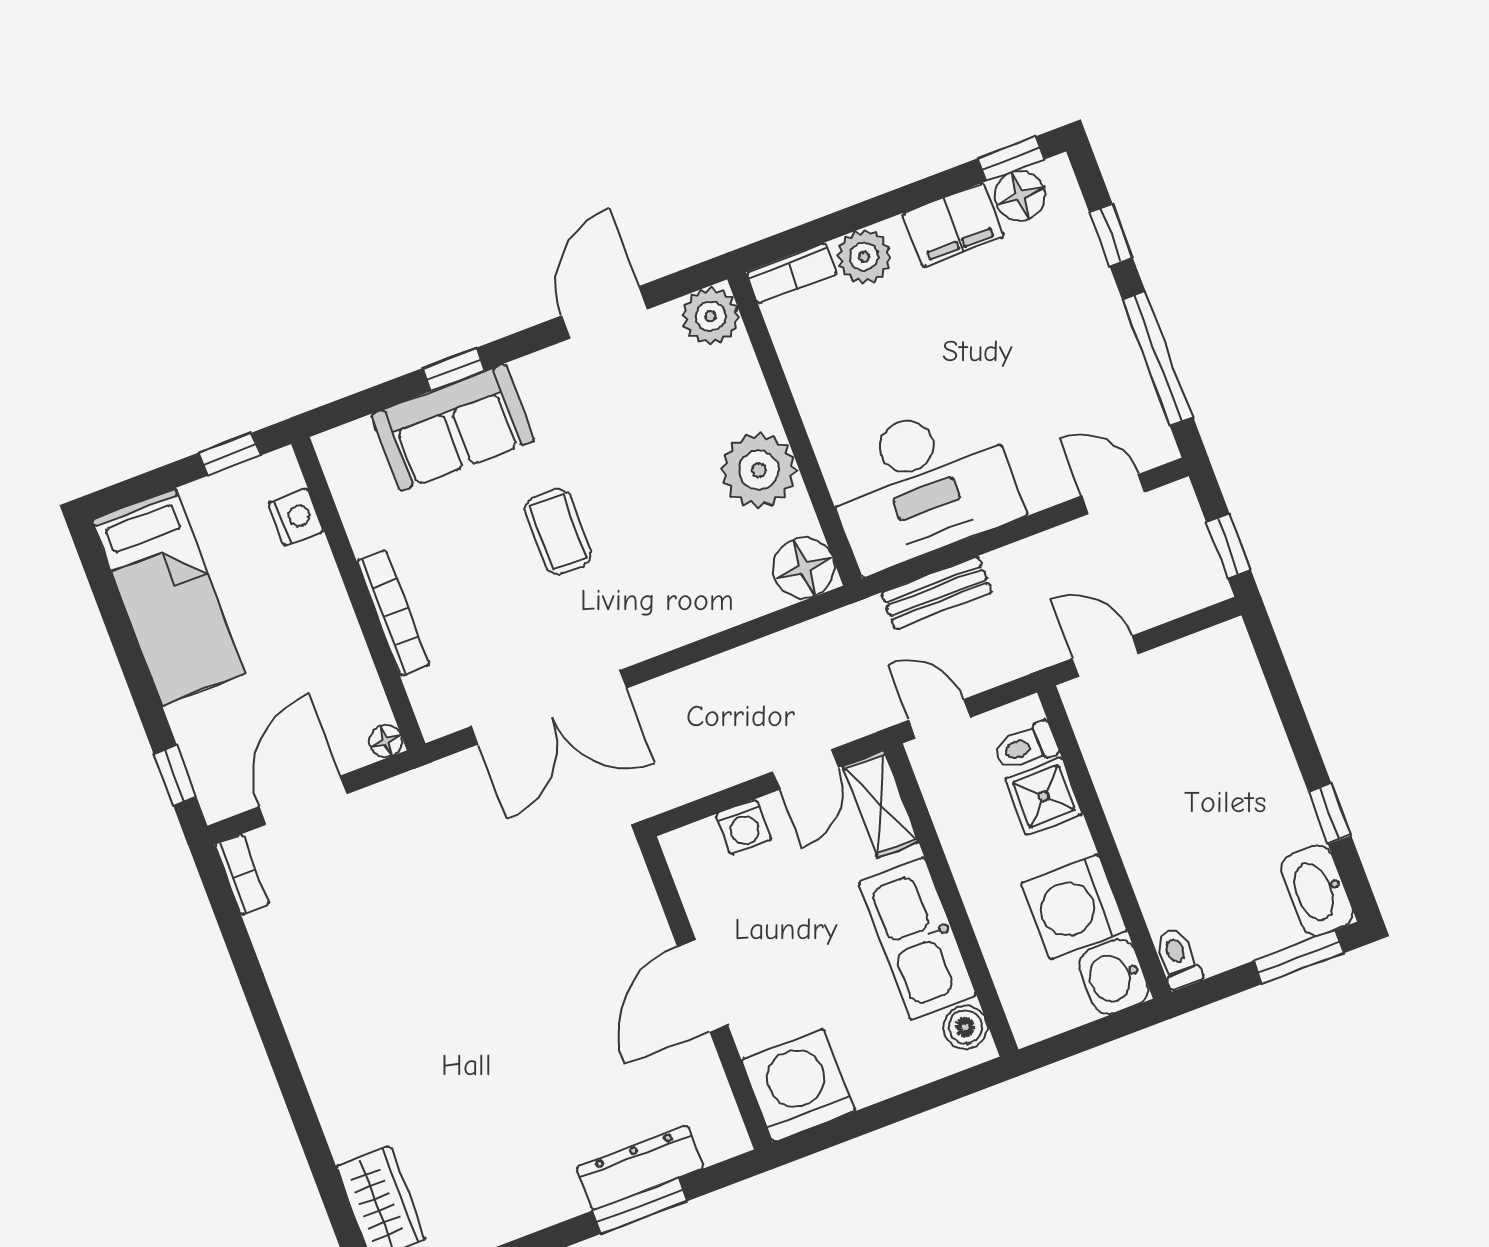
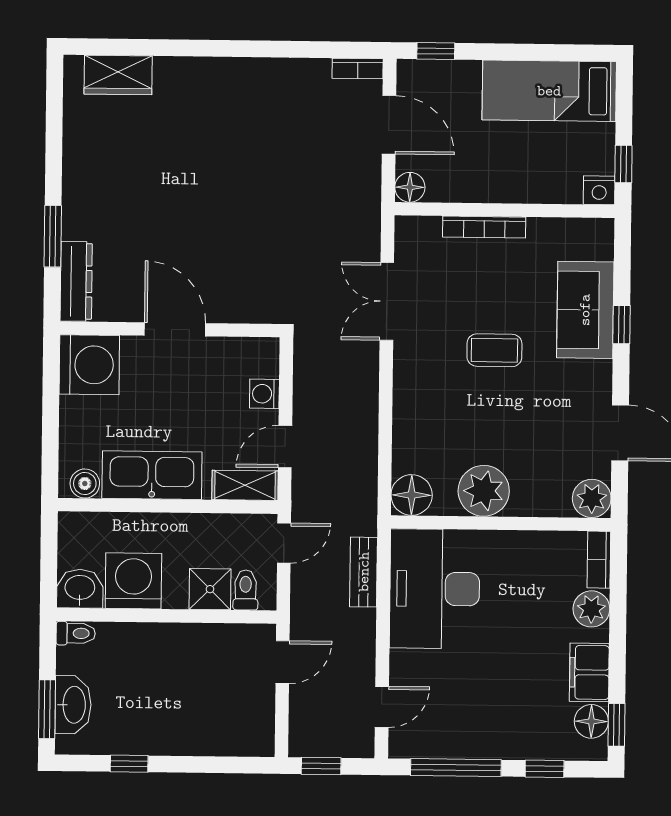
nightstand: (296, 517) -> (599, 190), moved
double door: (549, 707) -> (387, 301), width x0.73
floor lamp: (386, 741) -> (410, 187), width x1.37, depth x1.37
door: (805, 769) -> (285, 447), hinge flipped
washbasin: (1317, 890) -> (73, 705), moved, turned 90
dresser: (640, 1168) -> (76, 281), moved

